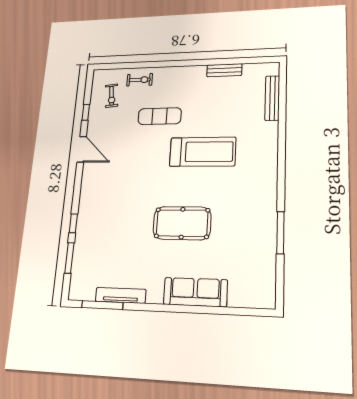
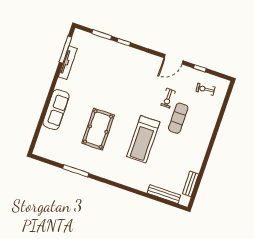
bench: (224, 70) -> (191, 184), moved
exercise bike: (140, 80) -> (168, 98), moved
pool table: (182, 223) -> (98, 129), moved

